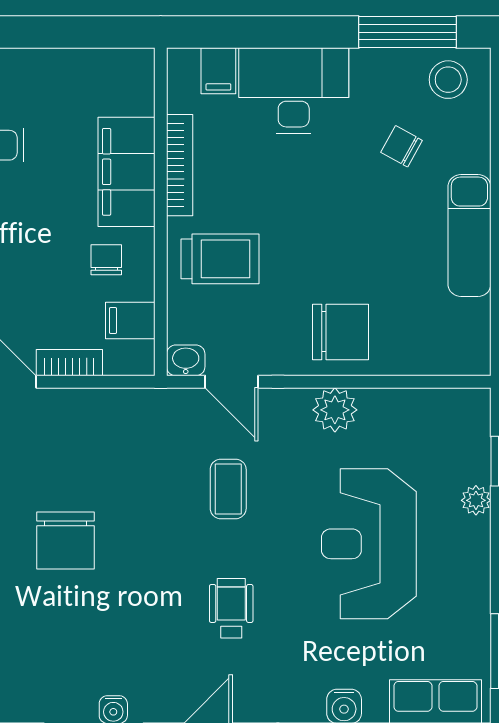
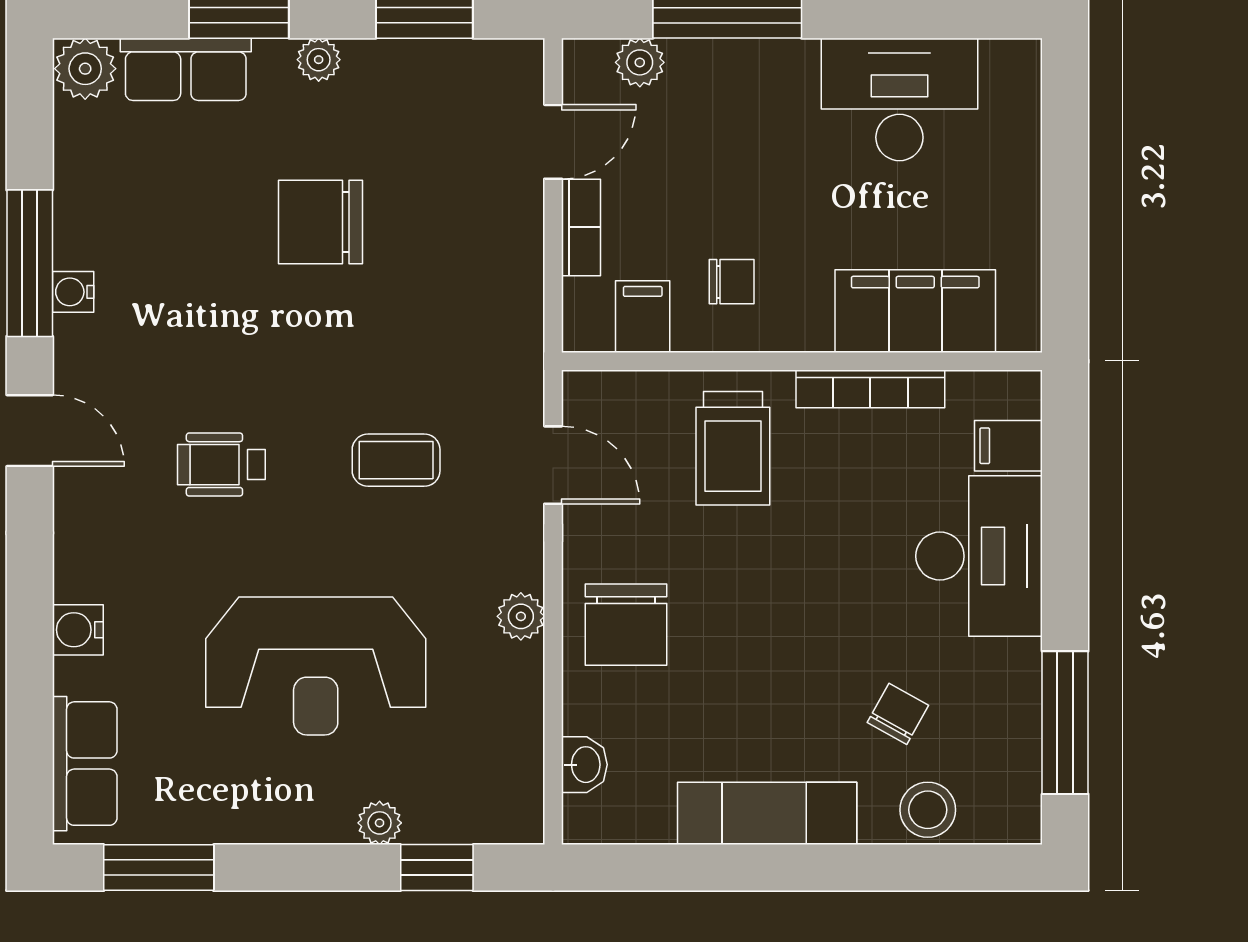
stool: (448, 80) -> (928, 810), moved
filing cabinet: (126, 172) -> (915, 311), moved
washbasin: (186, 360) -> (584, 765), moved
door: (232, 382) -> (553, 465), swing flipped
plant: (335, 410) -> (521, 616), width x0.73, depth x0.73
reception desk: (369, 544) -> (316, 666), turned 180
wheelchair: (231, 608) -> (221, 465), turned 180

